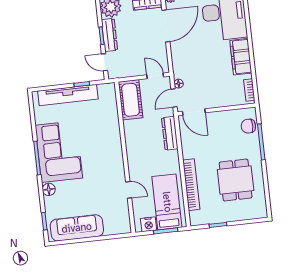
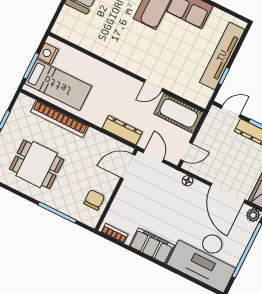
floor lamp: (179, 84) -> (187, 181), moved
chair: (248, 126) -> (94, 200), moved
door: (129, 190) -> (153, 85), moved

